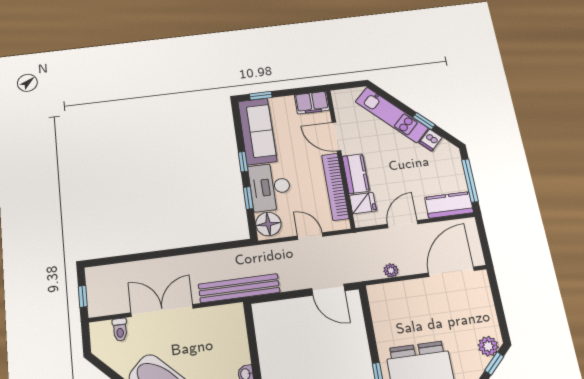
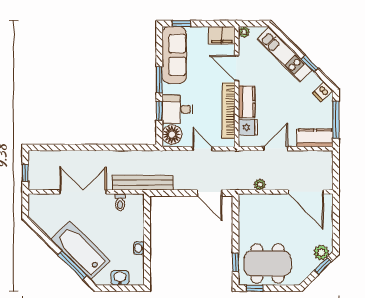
plant: (338, 96) -> (244, 32), added
dishwasher: (431, 140) -> (322, 92), moved
window: (243, 162) -> (159, 80), width x1.50
desk: (270, 187) -> (177, 109), width x0.73
door: (451, 272) -> (306, 192), swing flipped
toilet: (120, 330) -> (120, 202), moved

